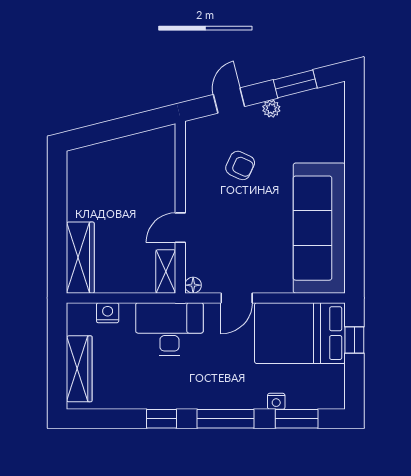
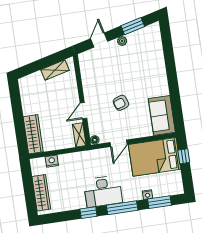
shelving: (138, 144) -> (55, 70), added
armchair: (240, 165) -> (121, 103), moved, turned 136
sofa: (319, 228) -> (162, 115), width x0.54, depth x0.79
desk: (169, 329) -> (103, 191), moved, turned 180

